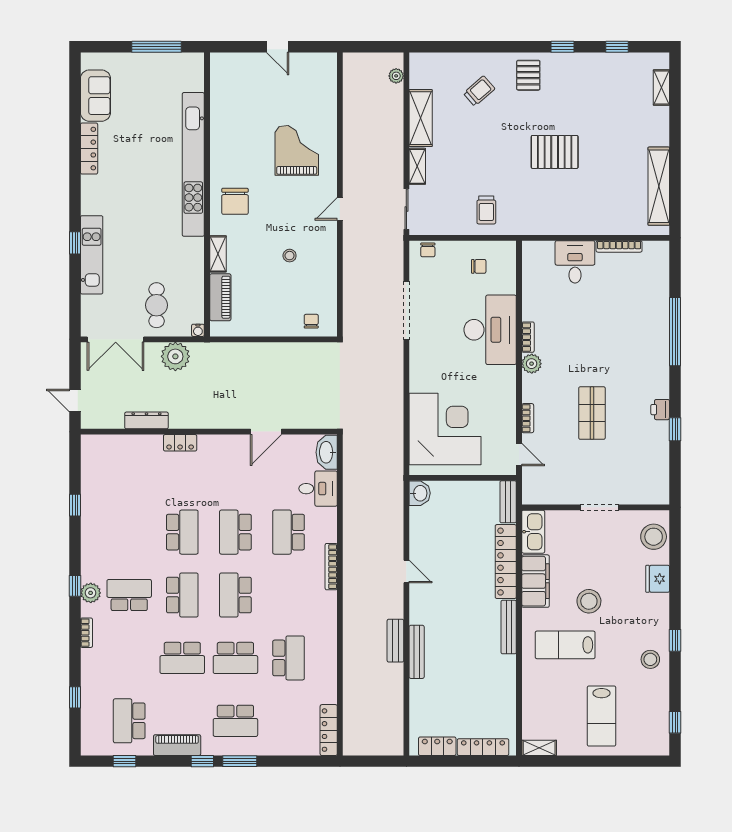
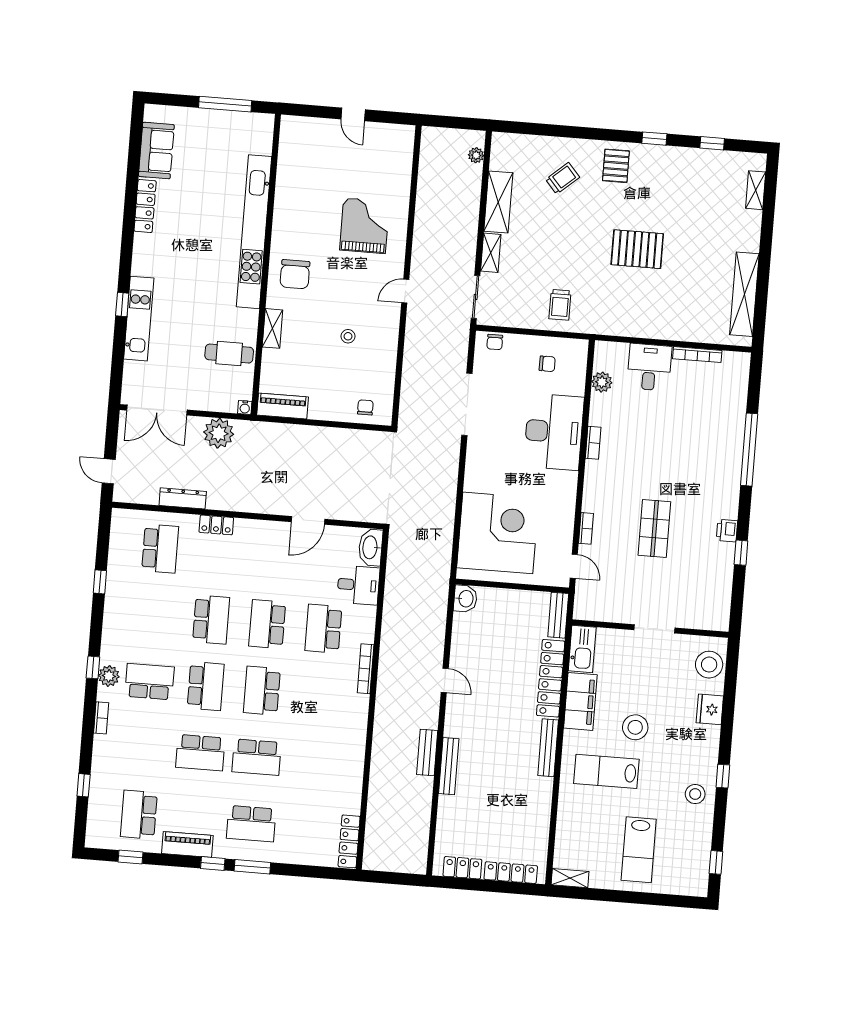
piano: (220, 297) -> (283, 406), moved, turned -90
cafe table: (157, 305) -> (229, 354), moved, turned 90
plant: (532, 364) -> (602, 382), moved
school desk: (289, 658) -> (160, 549), moved

